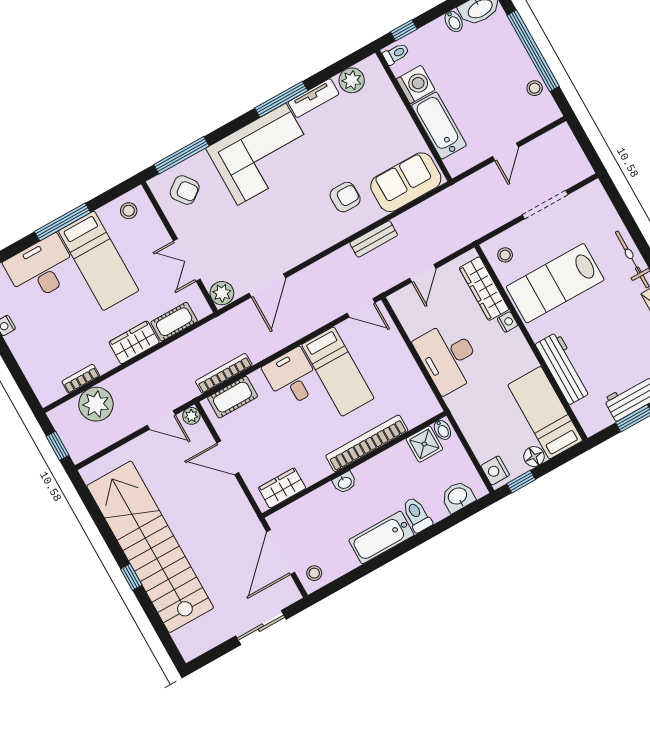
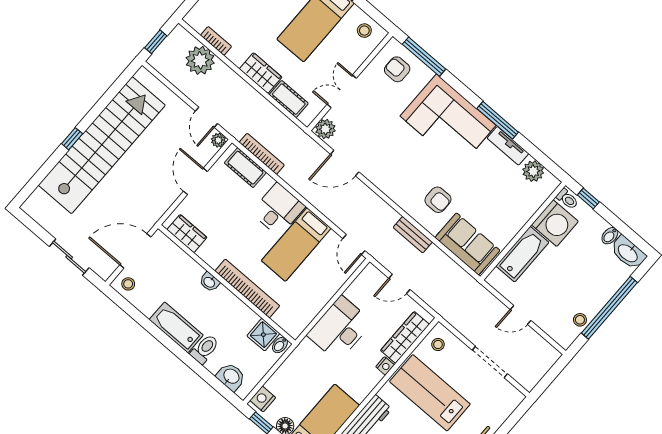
washing machine: (416, 84) -> (555, 223), width x1.37, depth x1.37
armchair: (185, 190) -> (397, 69), turned 127

